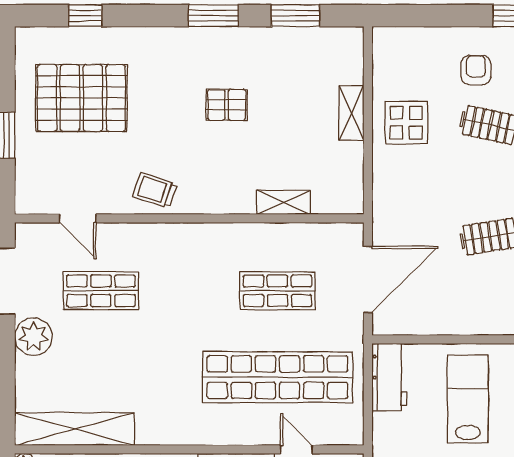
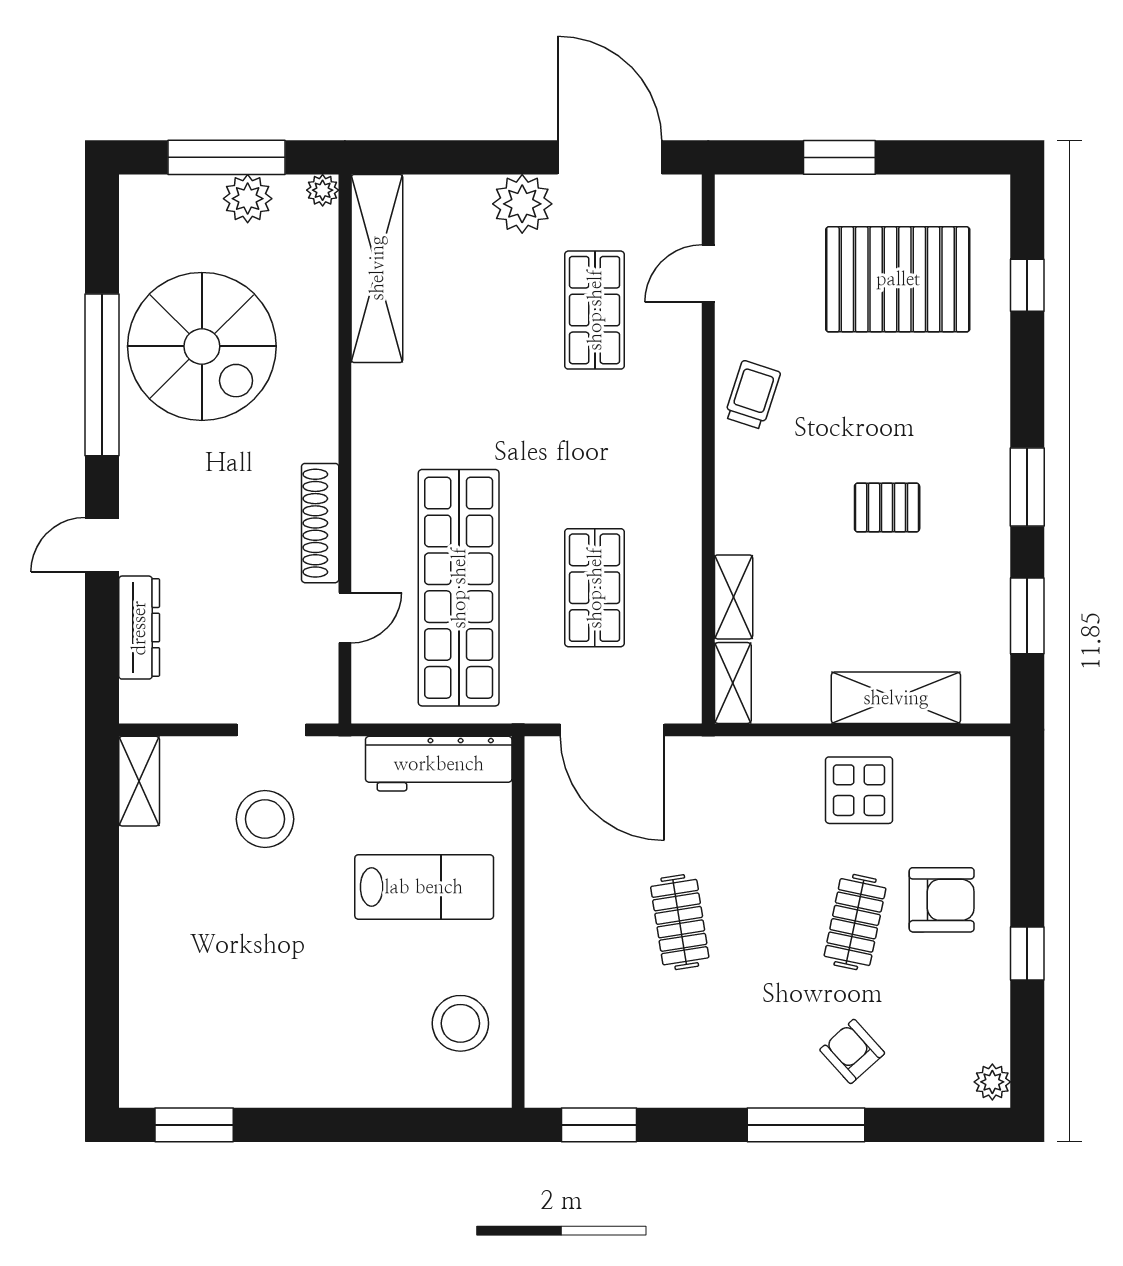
armchair: (476, 70) -> (942, 900), width x1.38, depth x1.38
pallet: (81, 98) -> (898, 279), turned 90
pallet: (226, 105) -> (887, 508), turned 90
shelving: (352, 113) -> (896, 698), width x1.50, depth x1.33
shelving: (338, 203) -> (733, 683), added
workbench: (389, 377) -> (439, 764), width x1.38

